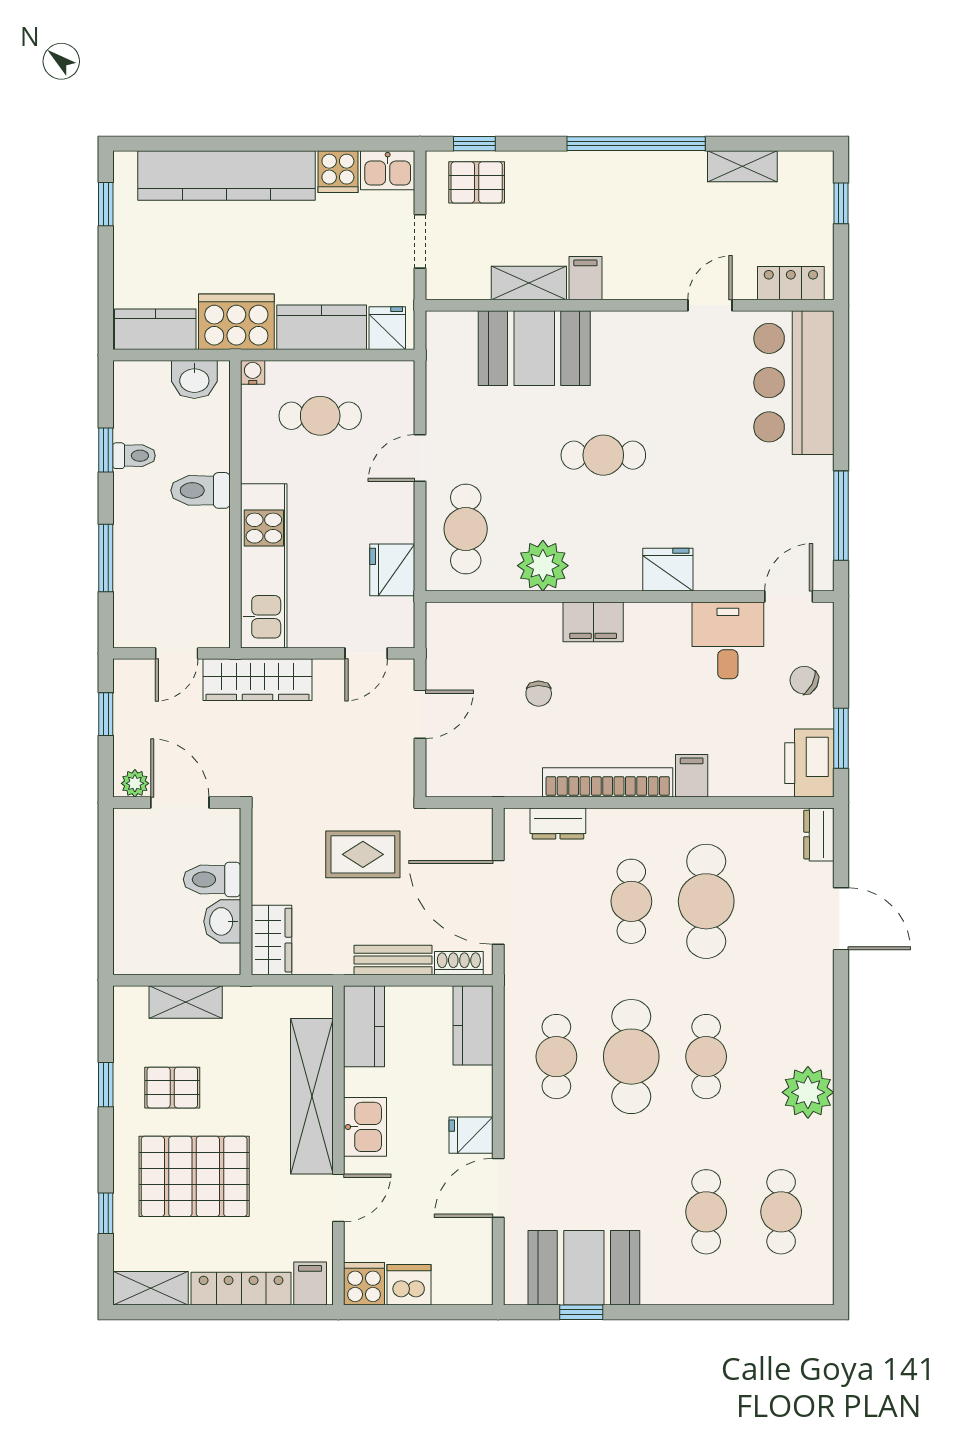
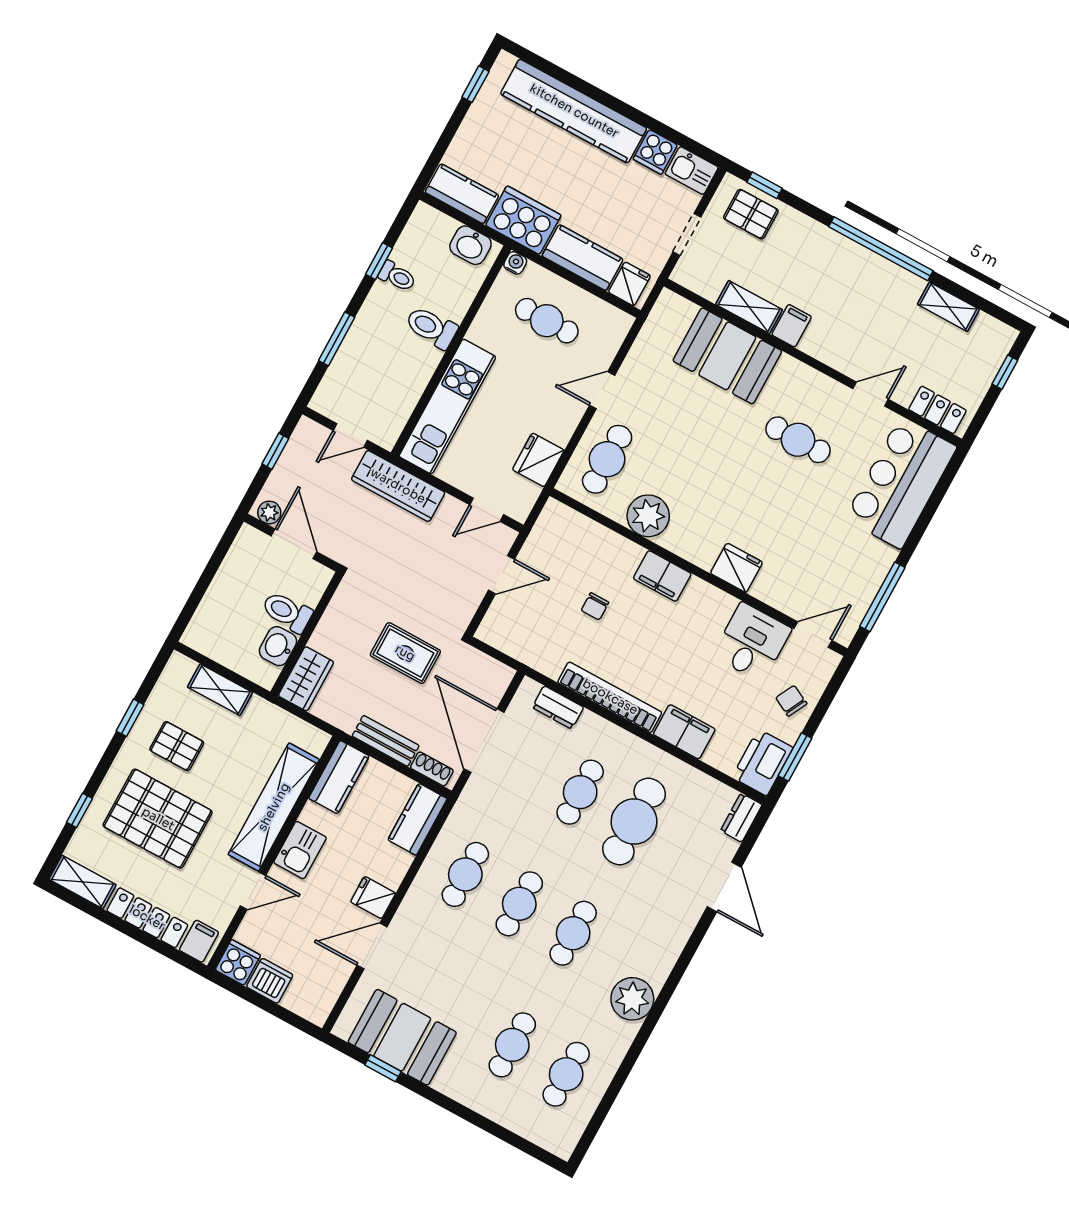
cafe table: (603, 455) -> (798, 440), moved
filing cabinet: (692, 776) -> (684, 732), width x2.00
cafe table: (631, 1057) -> (519, 904), width x0.73, depth x0.74

